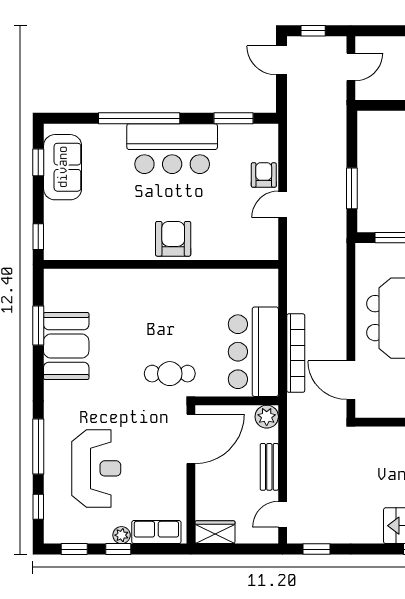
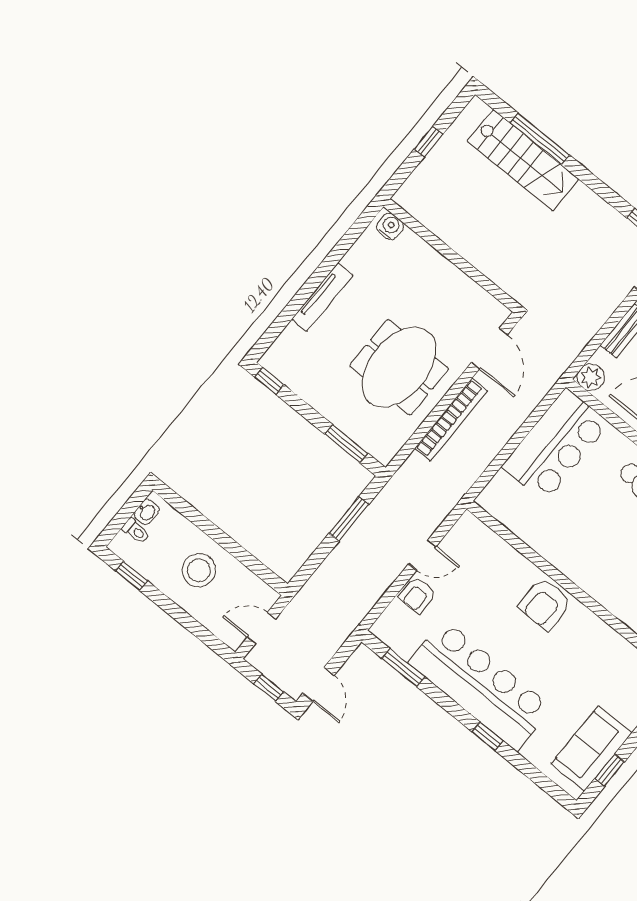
window: (139, 118) -> (488, 736), width x0.32
bar counter: (172, 149) -> (480, 685), width x1.36
bookcase: (296, 353) -> (451, 420), moved, turned 180

